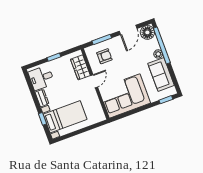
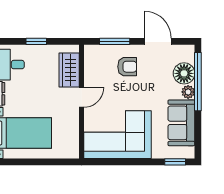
door: (128, 30) -> (158, 41), swing flipped
floor lamp: (147, 32) -> (184, 73), moved
armchair: (104, 56) -> (127, 67), moved

